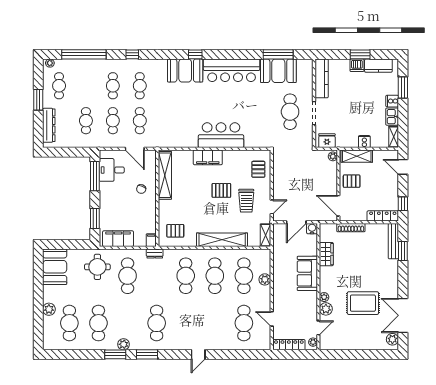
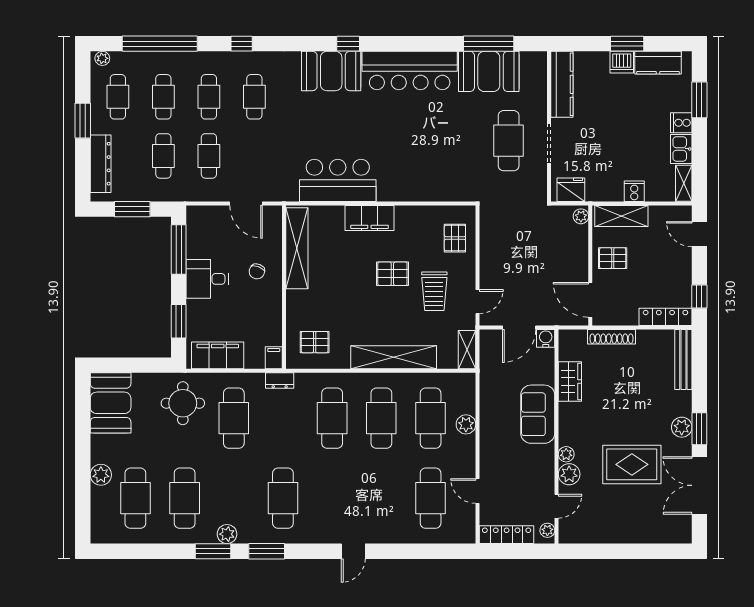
cafe table: (140, 121) -> (163, 97), moved
bar counter: (221, 135) -> (338, 180), moved
window: (68, 152) -> (132, 209), added
desk: (112, 170) -> (207, 279), moved
window: (403, 251) -> (699, 429), moved
plant: (392, 339) -> (682, 427), moved

